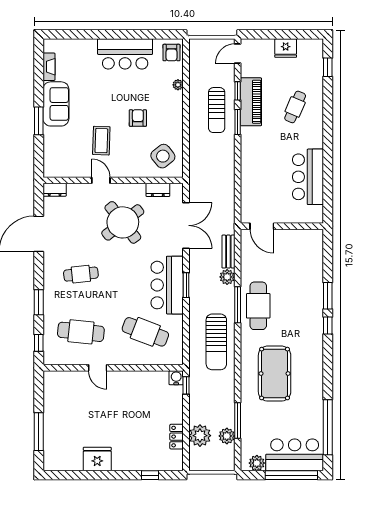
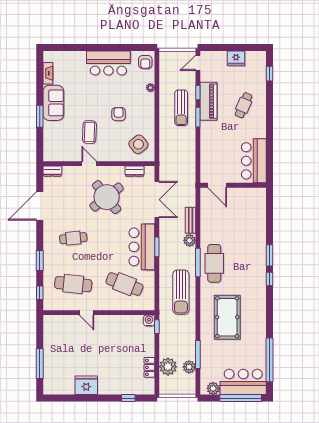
door: (262, 226) -> (217, 185), moved
wall: (282, 226) -> (233, 185), moved

